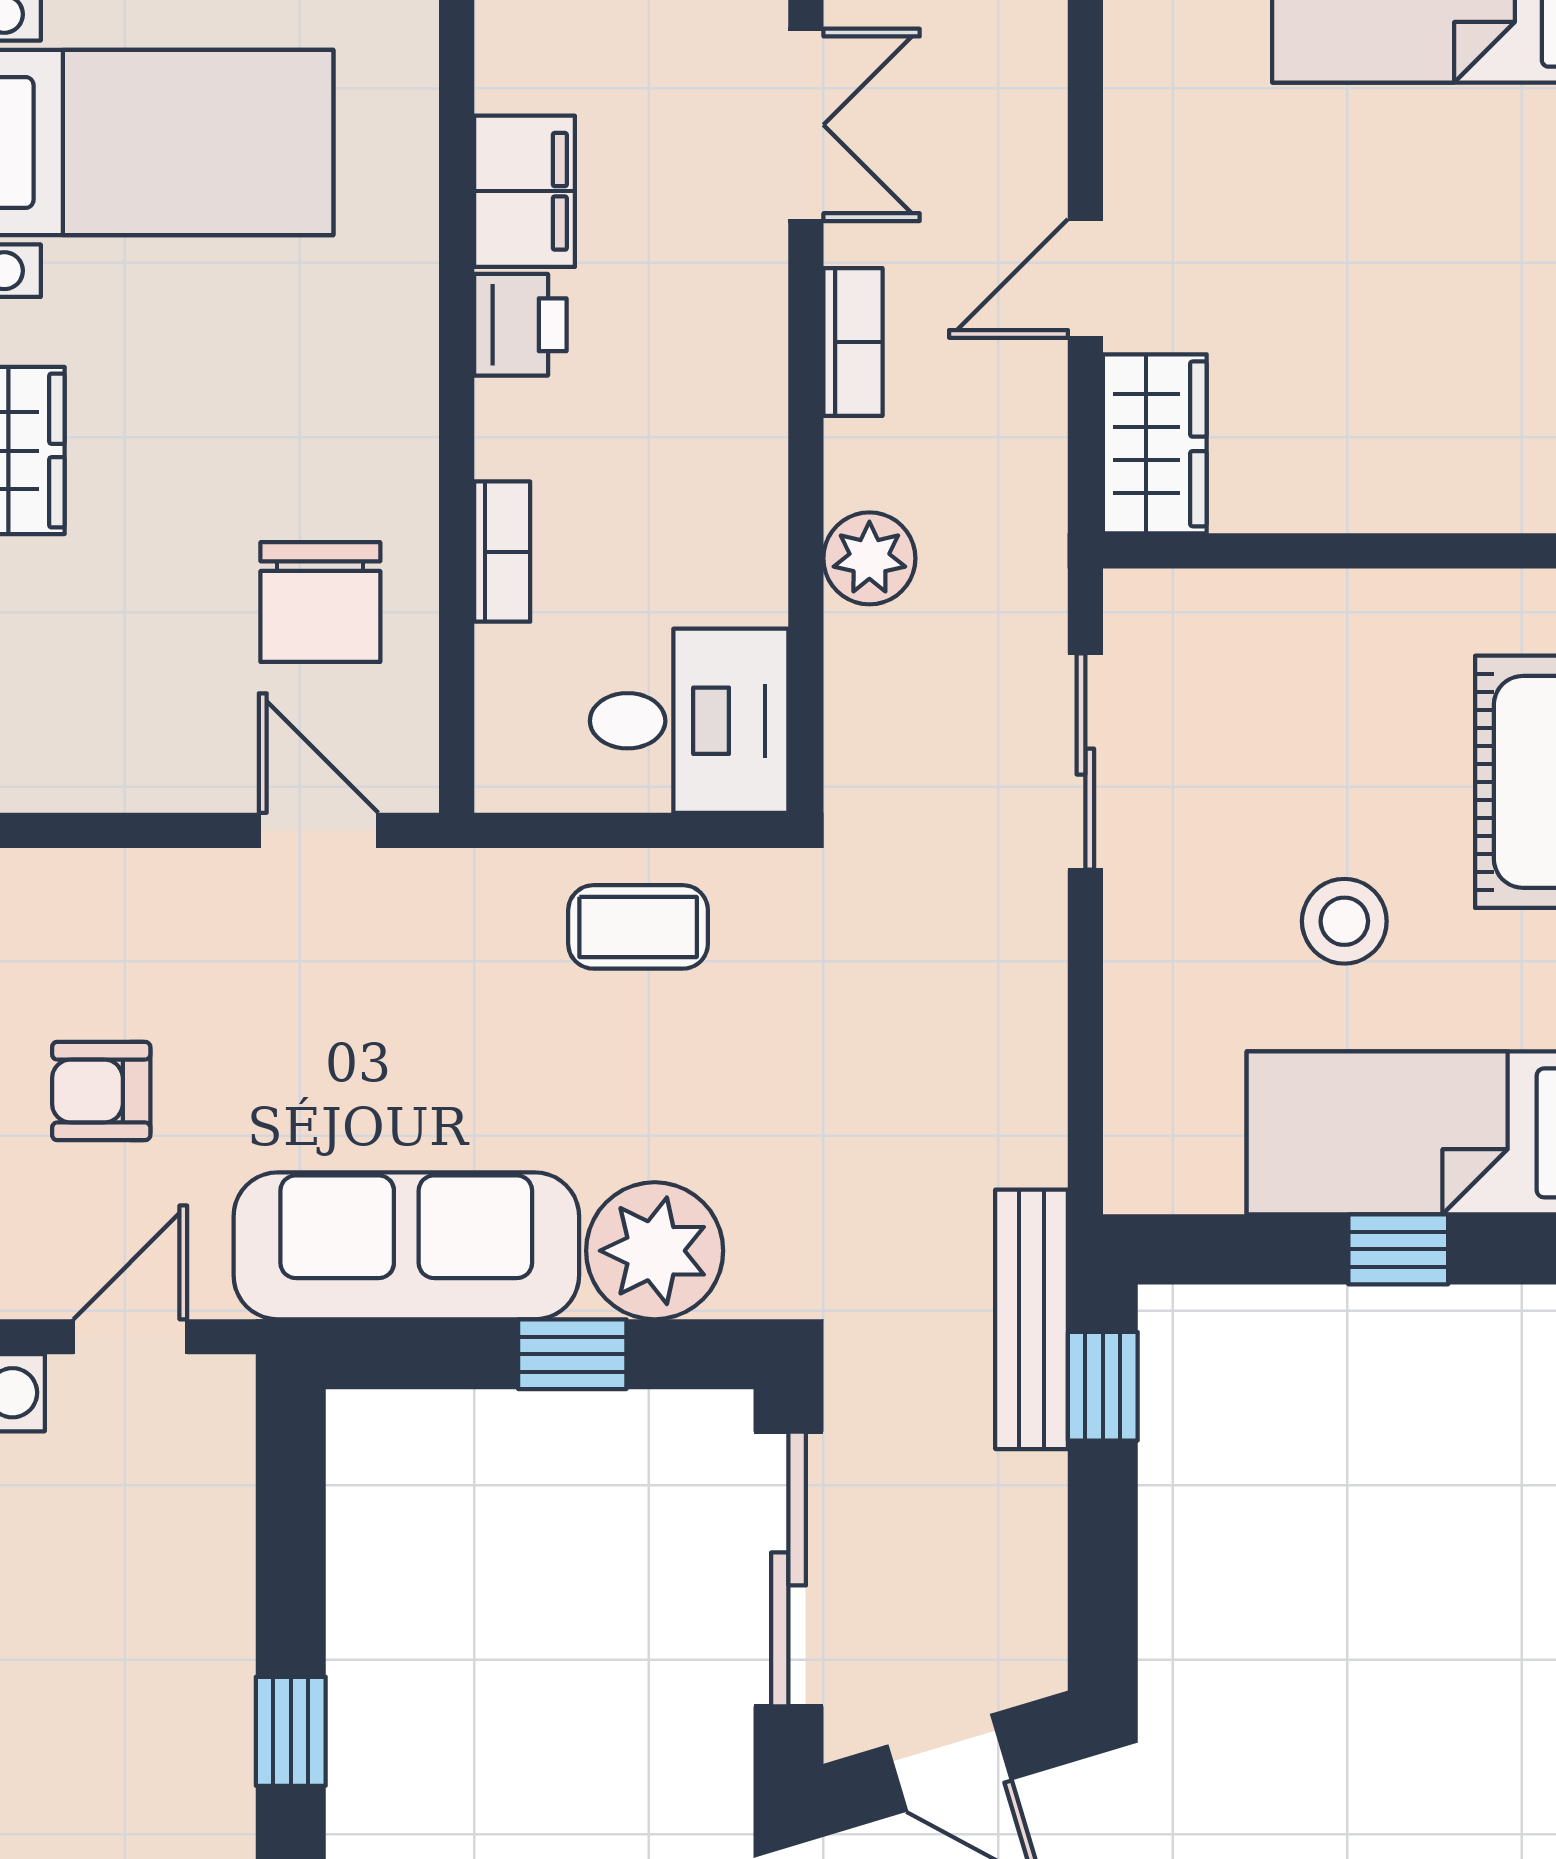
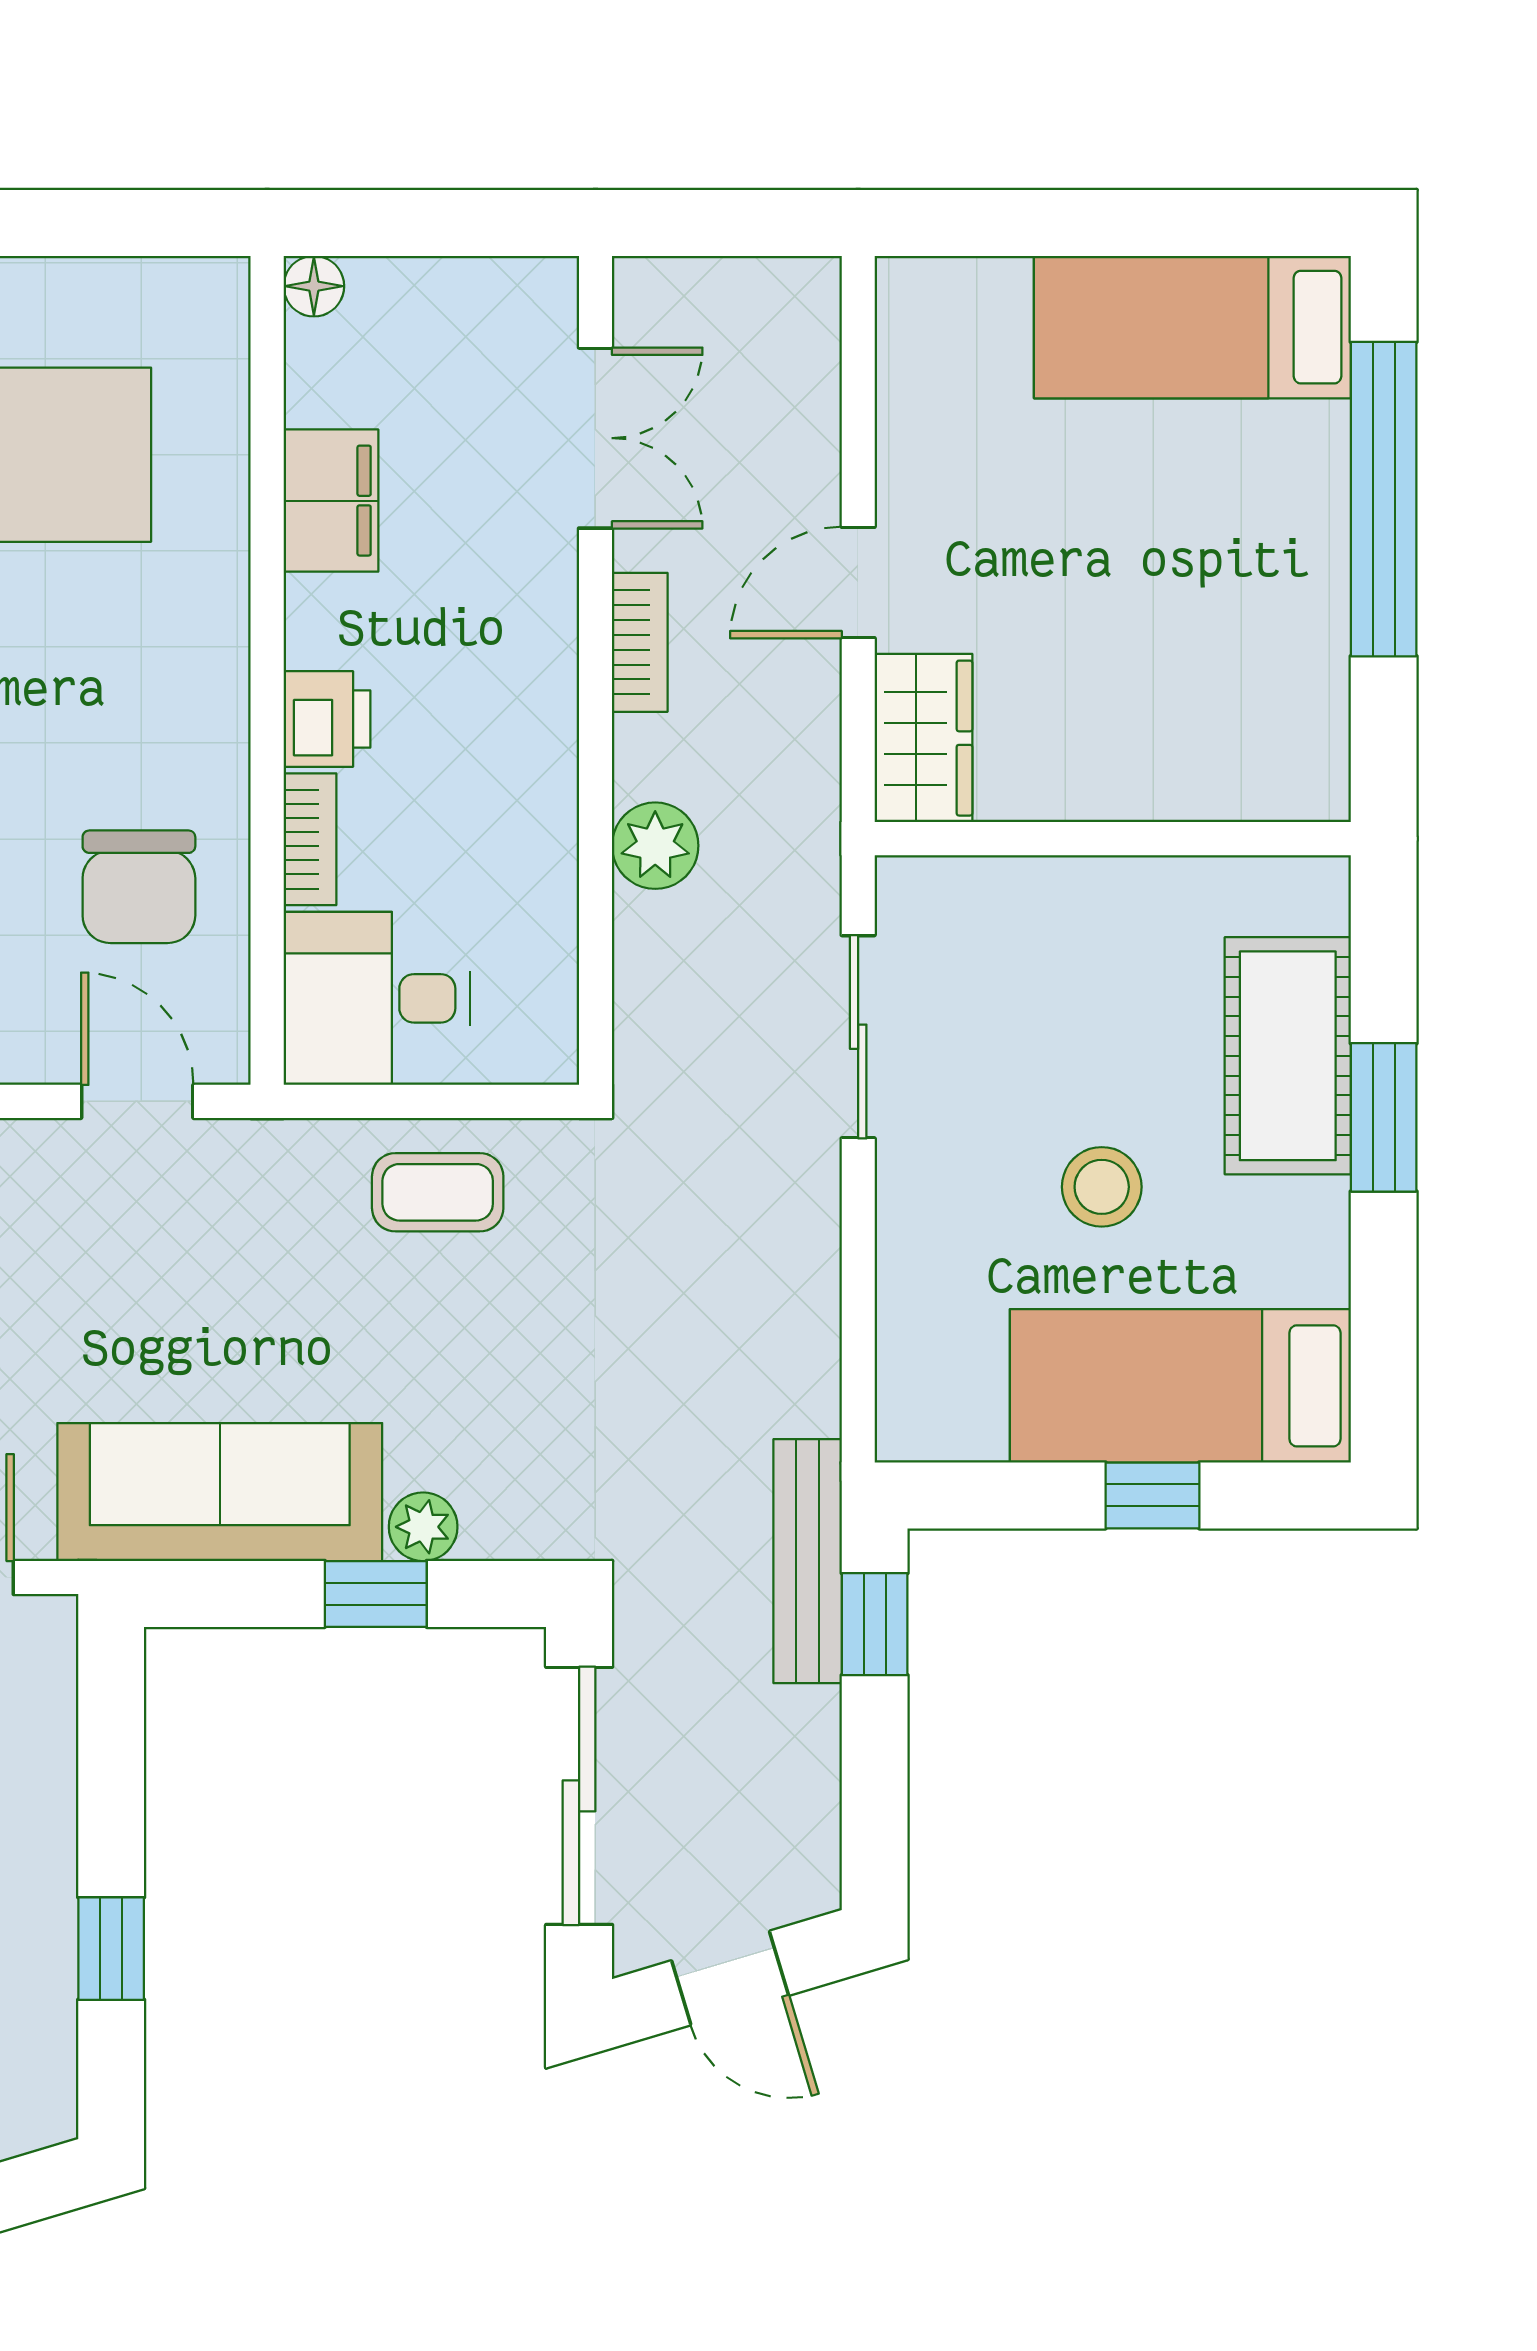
printer: (520, 325) -> (327, 719), moved
desk: (689, 721) -> (377, 998), moved, turned 180
plant: (655, 1251) -> (423, 1527), width x0.53, depth x0.53

